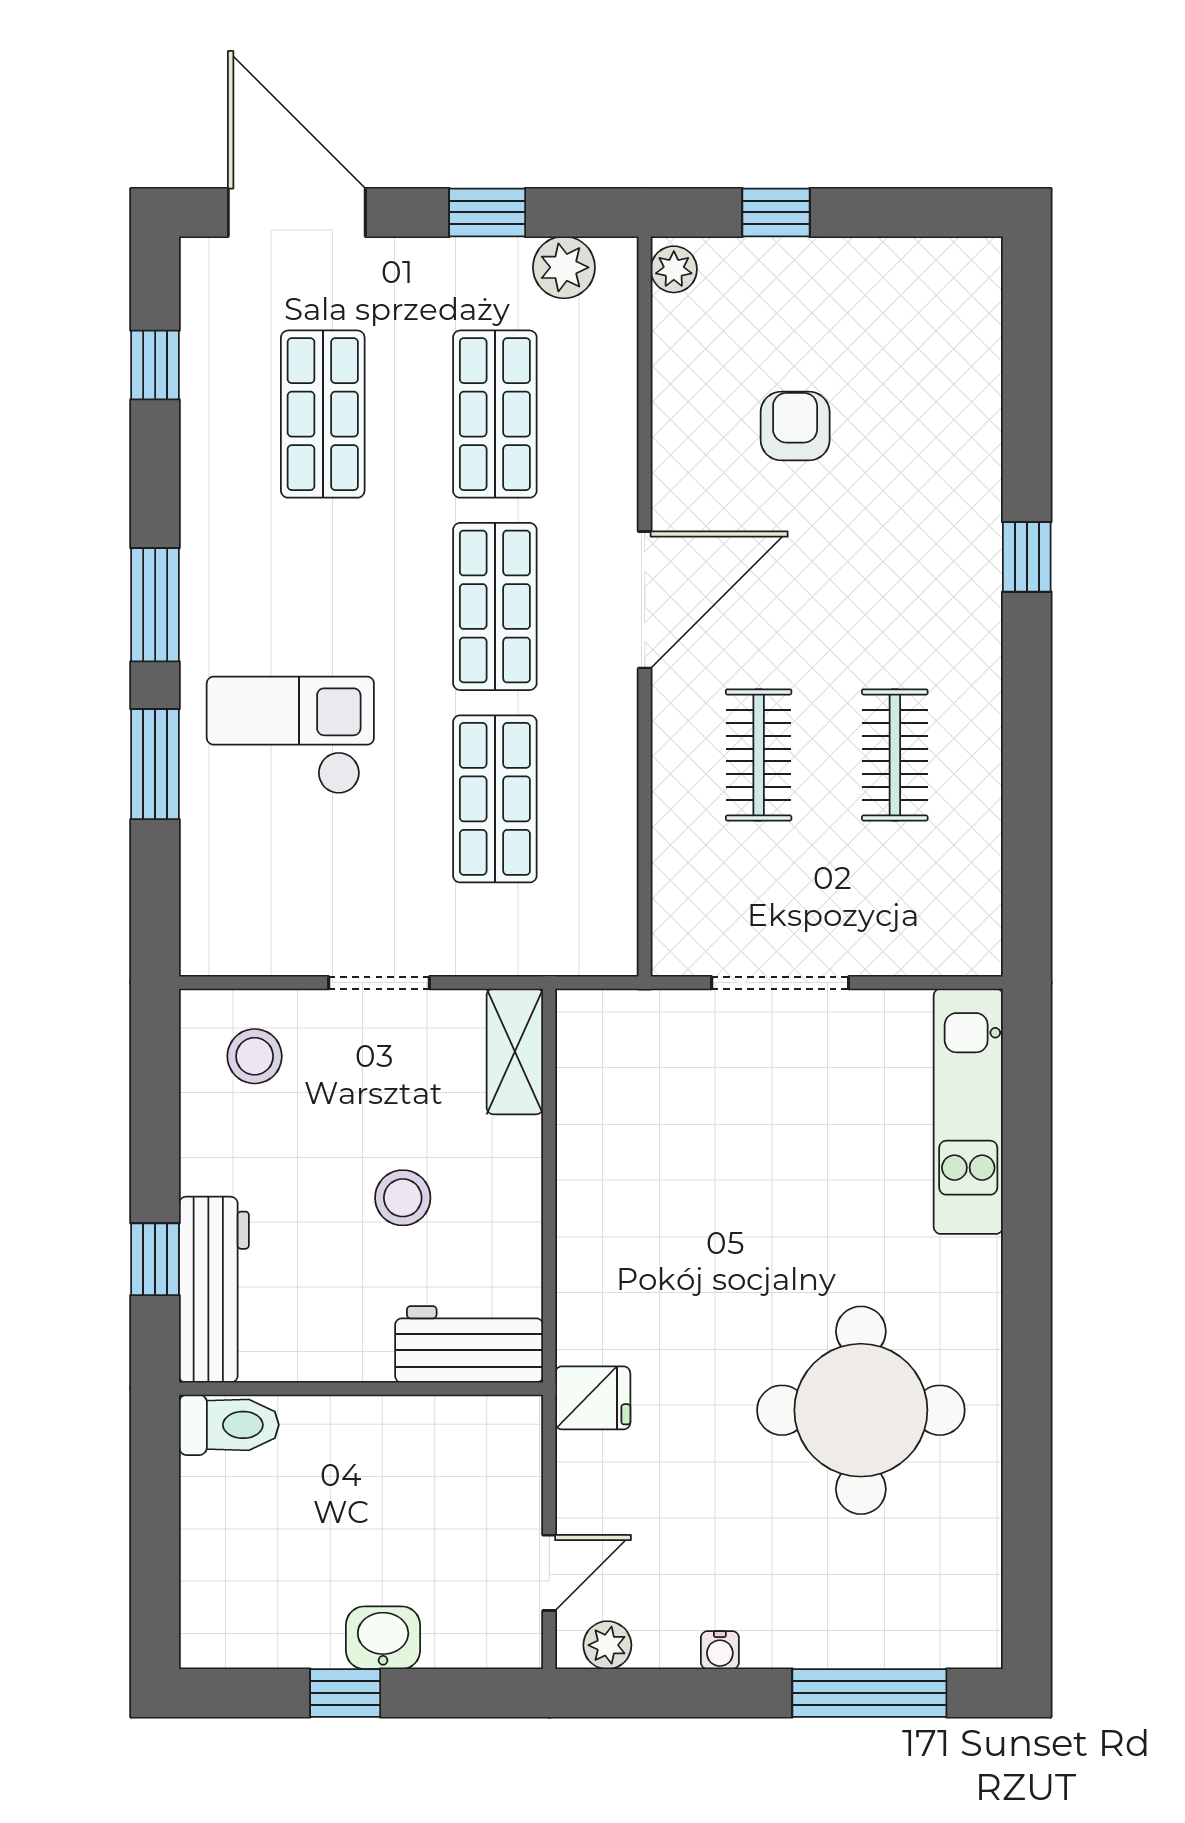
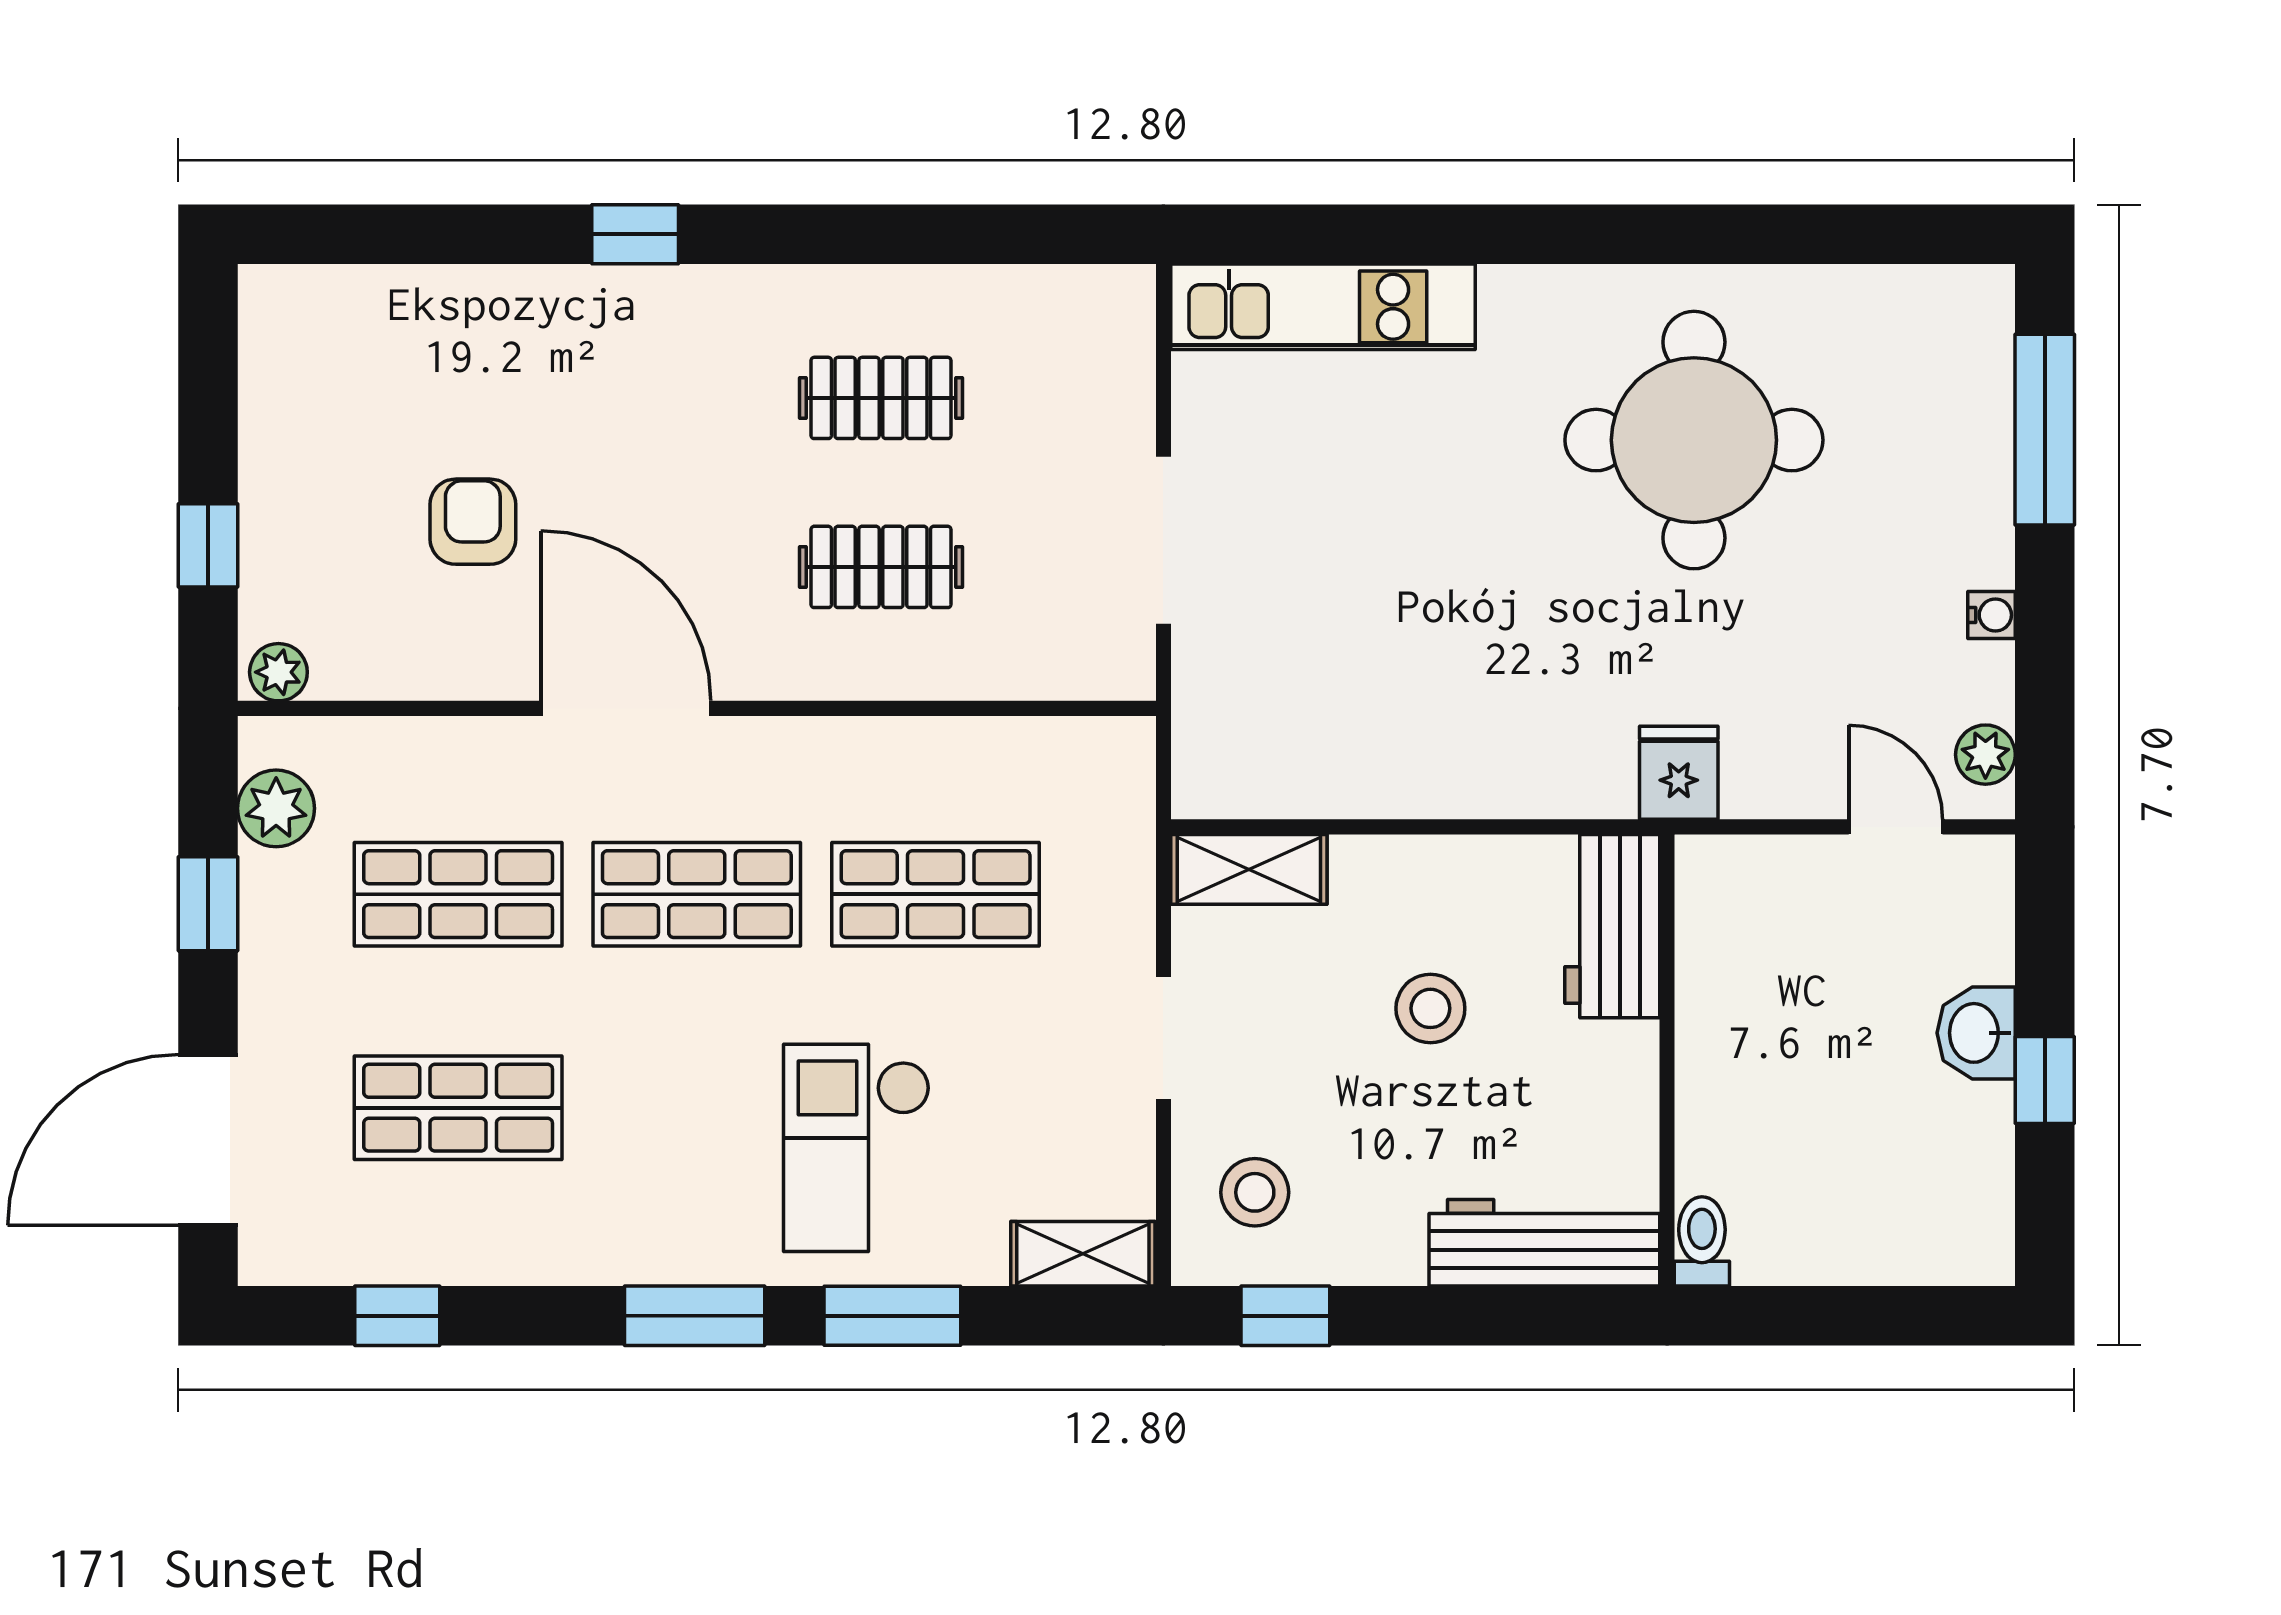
armchair: (795, 426) -> (473, 522), turned 90
door: (645, 600) -> (626, 708), moved
shelving: (205, 918) -> (1083, 1254), added
window: (155, 1259) -> (1285, 1316), moved
toilet: (229, 1425) -> (1702, 1241), width x0.73, depth x0.72

